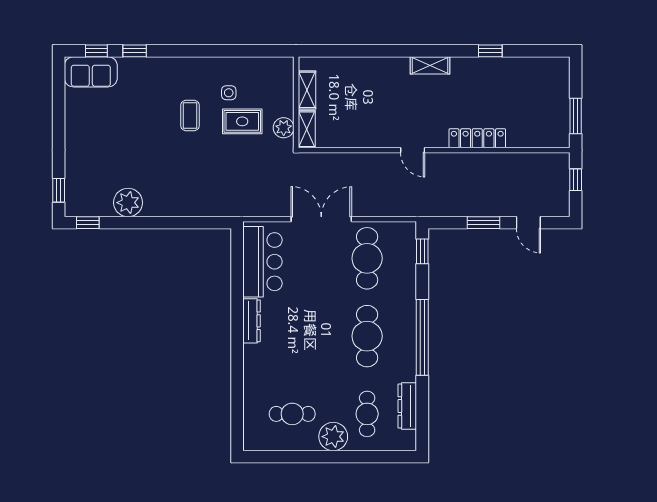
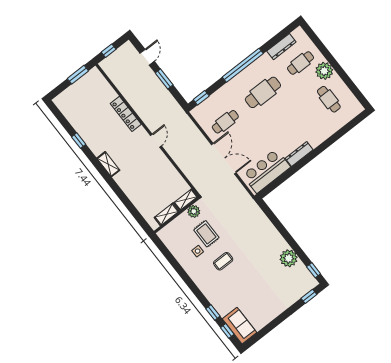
double door: (321, 219) -> (224, 159), swing flipped
cafe table: (367, 258) -> (225, 122), width x0.73, depth x0.74

